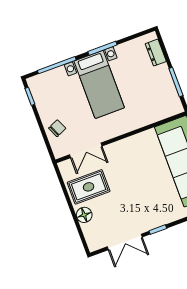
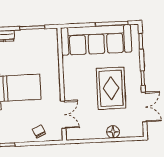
rug: (89, 187) -> (111, 88), moved, width x1.36, depth x1.43

